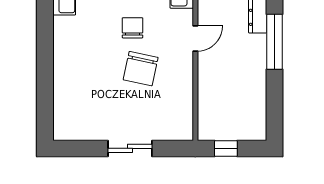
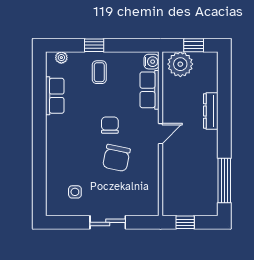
window: (274, 42) -> (224, 181), moved
side table: (89, 111) -> (75, 192), added

